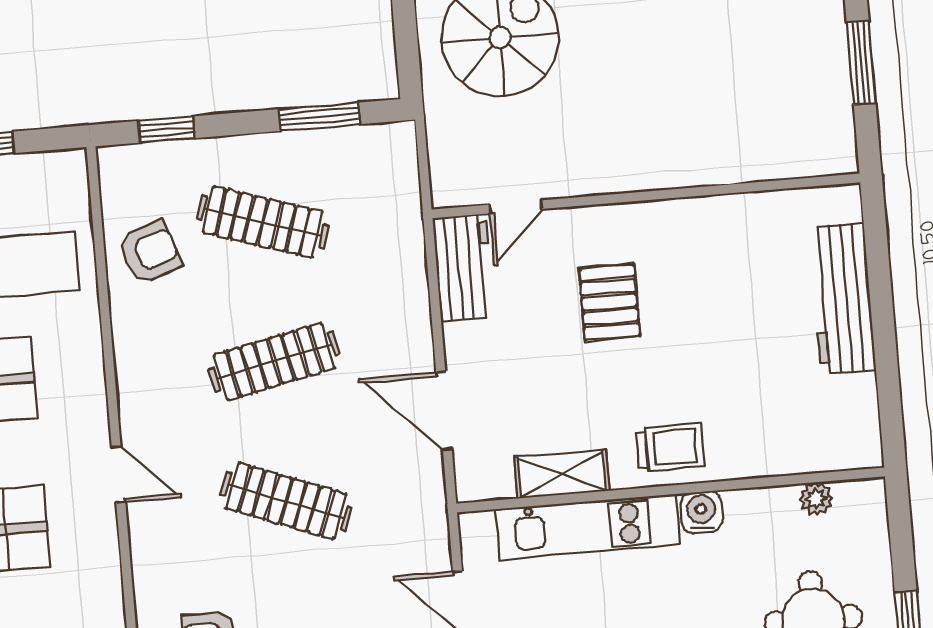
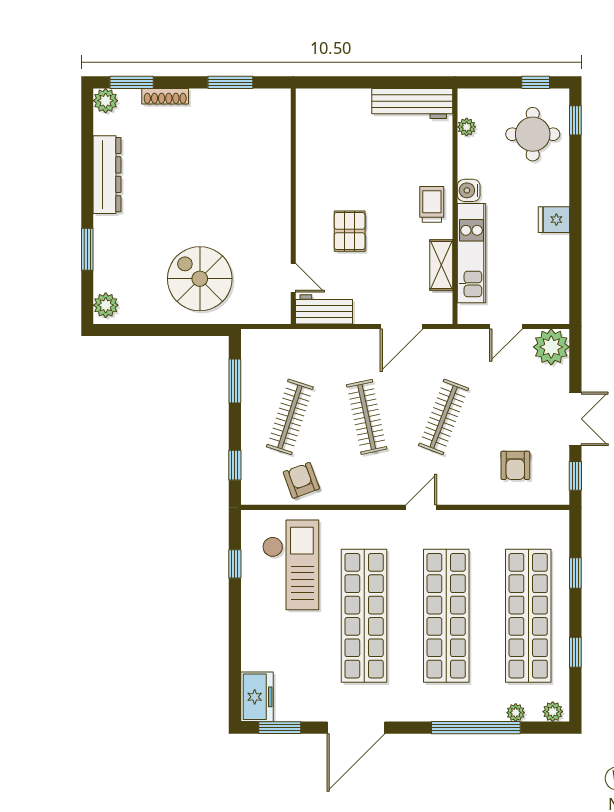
workbench: (842, 299) -> (412, 104), moved
pallet: (609, 302) -> (350, 231), turned 90

